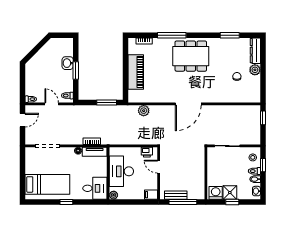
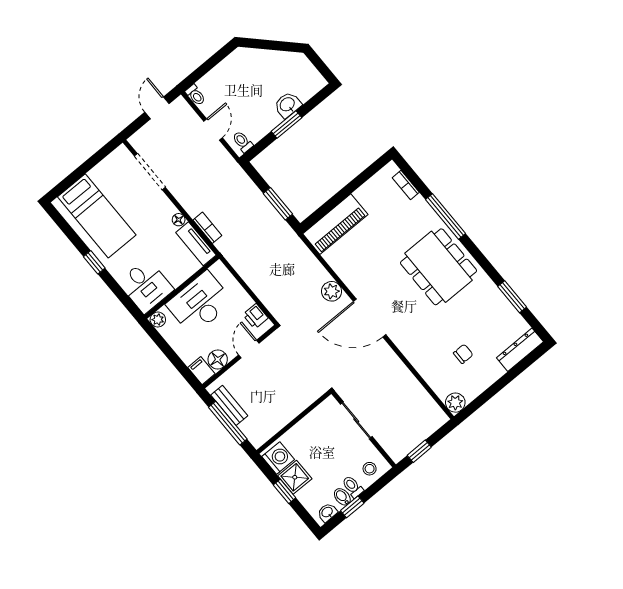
plant: (255, 70) -> (455, 403), moved
piano: (136, 72) -> (335, 224), moved
plant: (144, 111) -> (332, 291), moved
window: (263, 118) -> (419, 451), moved
door: (23, 120) -> (157, 108), swing flipped
window: (263, 165) -> (352, 507), moved
floor lamp: (152, 184) -> (218, 359), added

